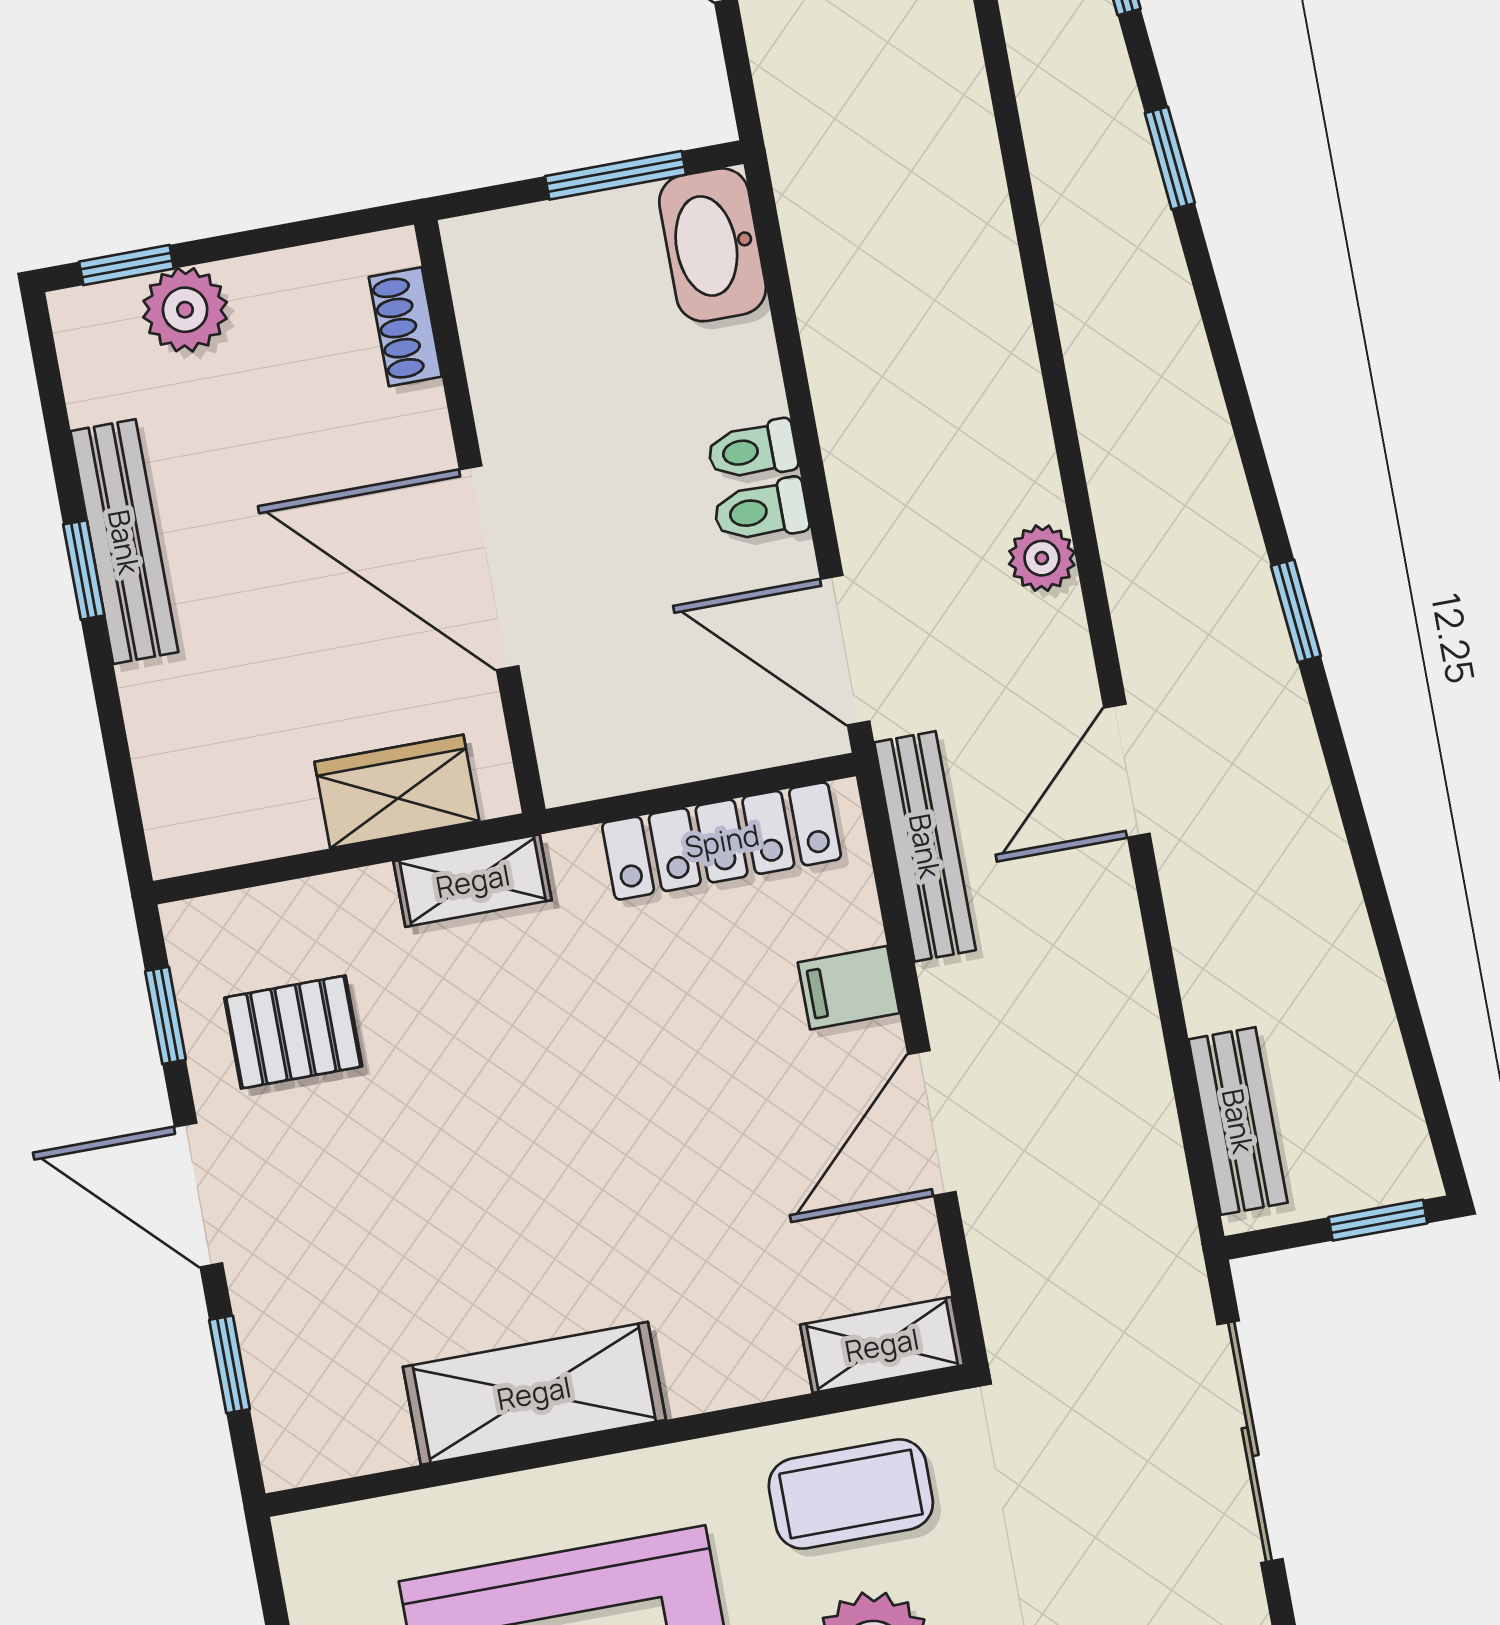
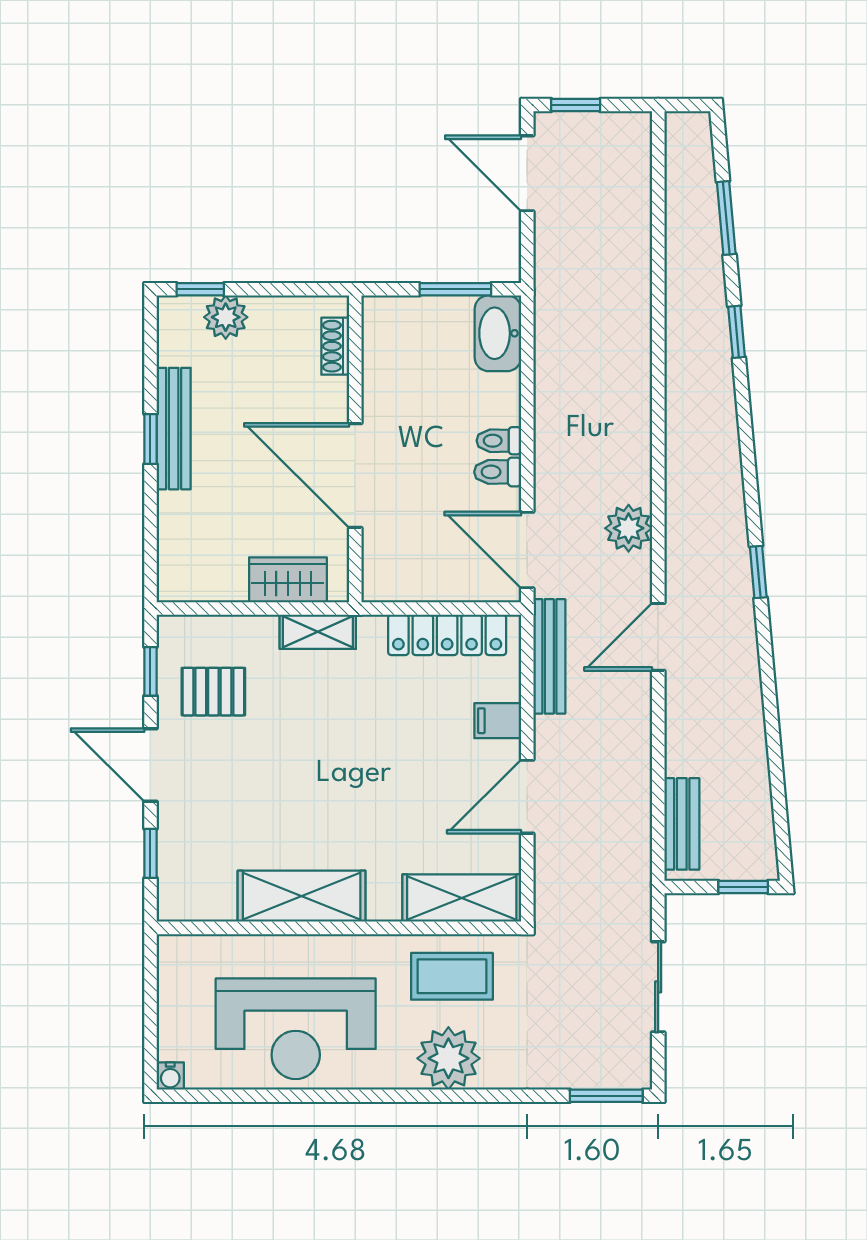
plant: (1042, 558) -> (629, 528), width x1.38, depth x1.38
shelving: (882, 1345) -> (462, 898), width x1.50, depth x1.33
sliding door: (1250, 1442) -> (658, 987), width x0.73

